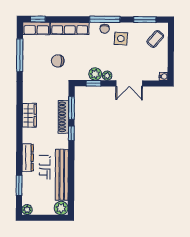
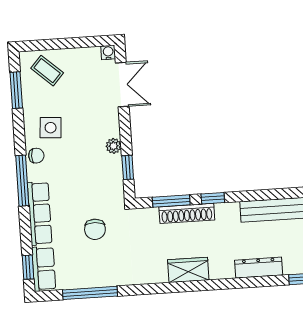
window: (105, 19) -> (22, 181), moved
plant: (95, 74) -> (112, 166), removed
double door: (129, 83) -> (122, 85), moved

